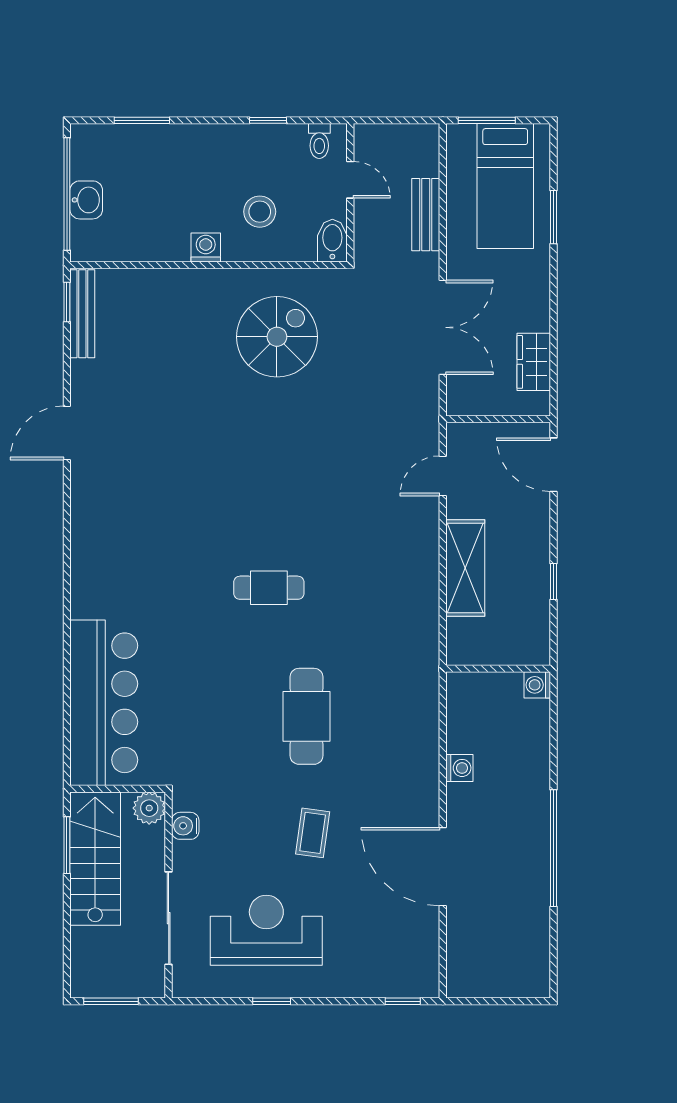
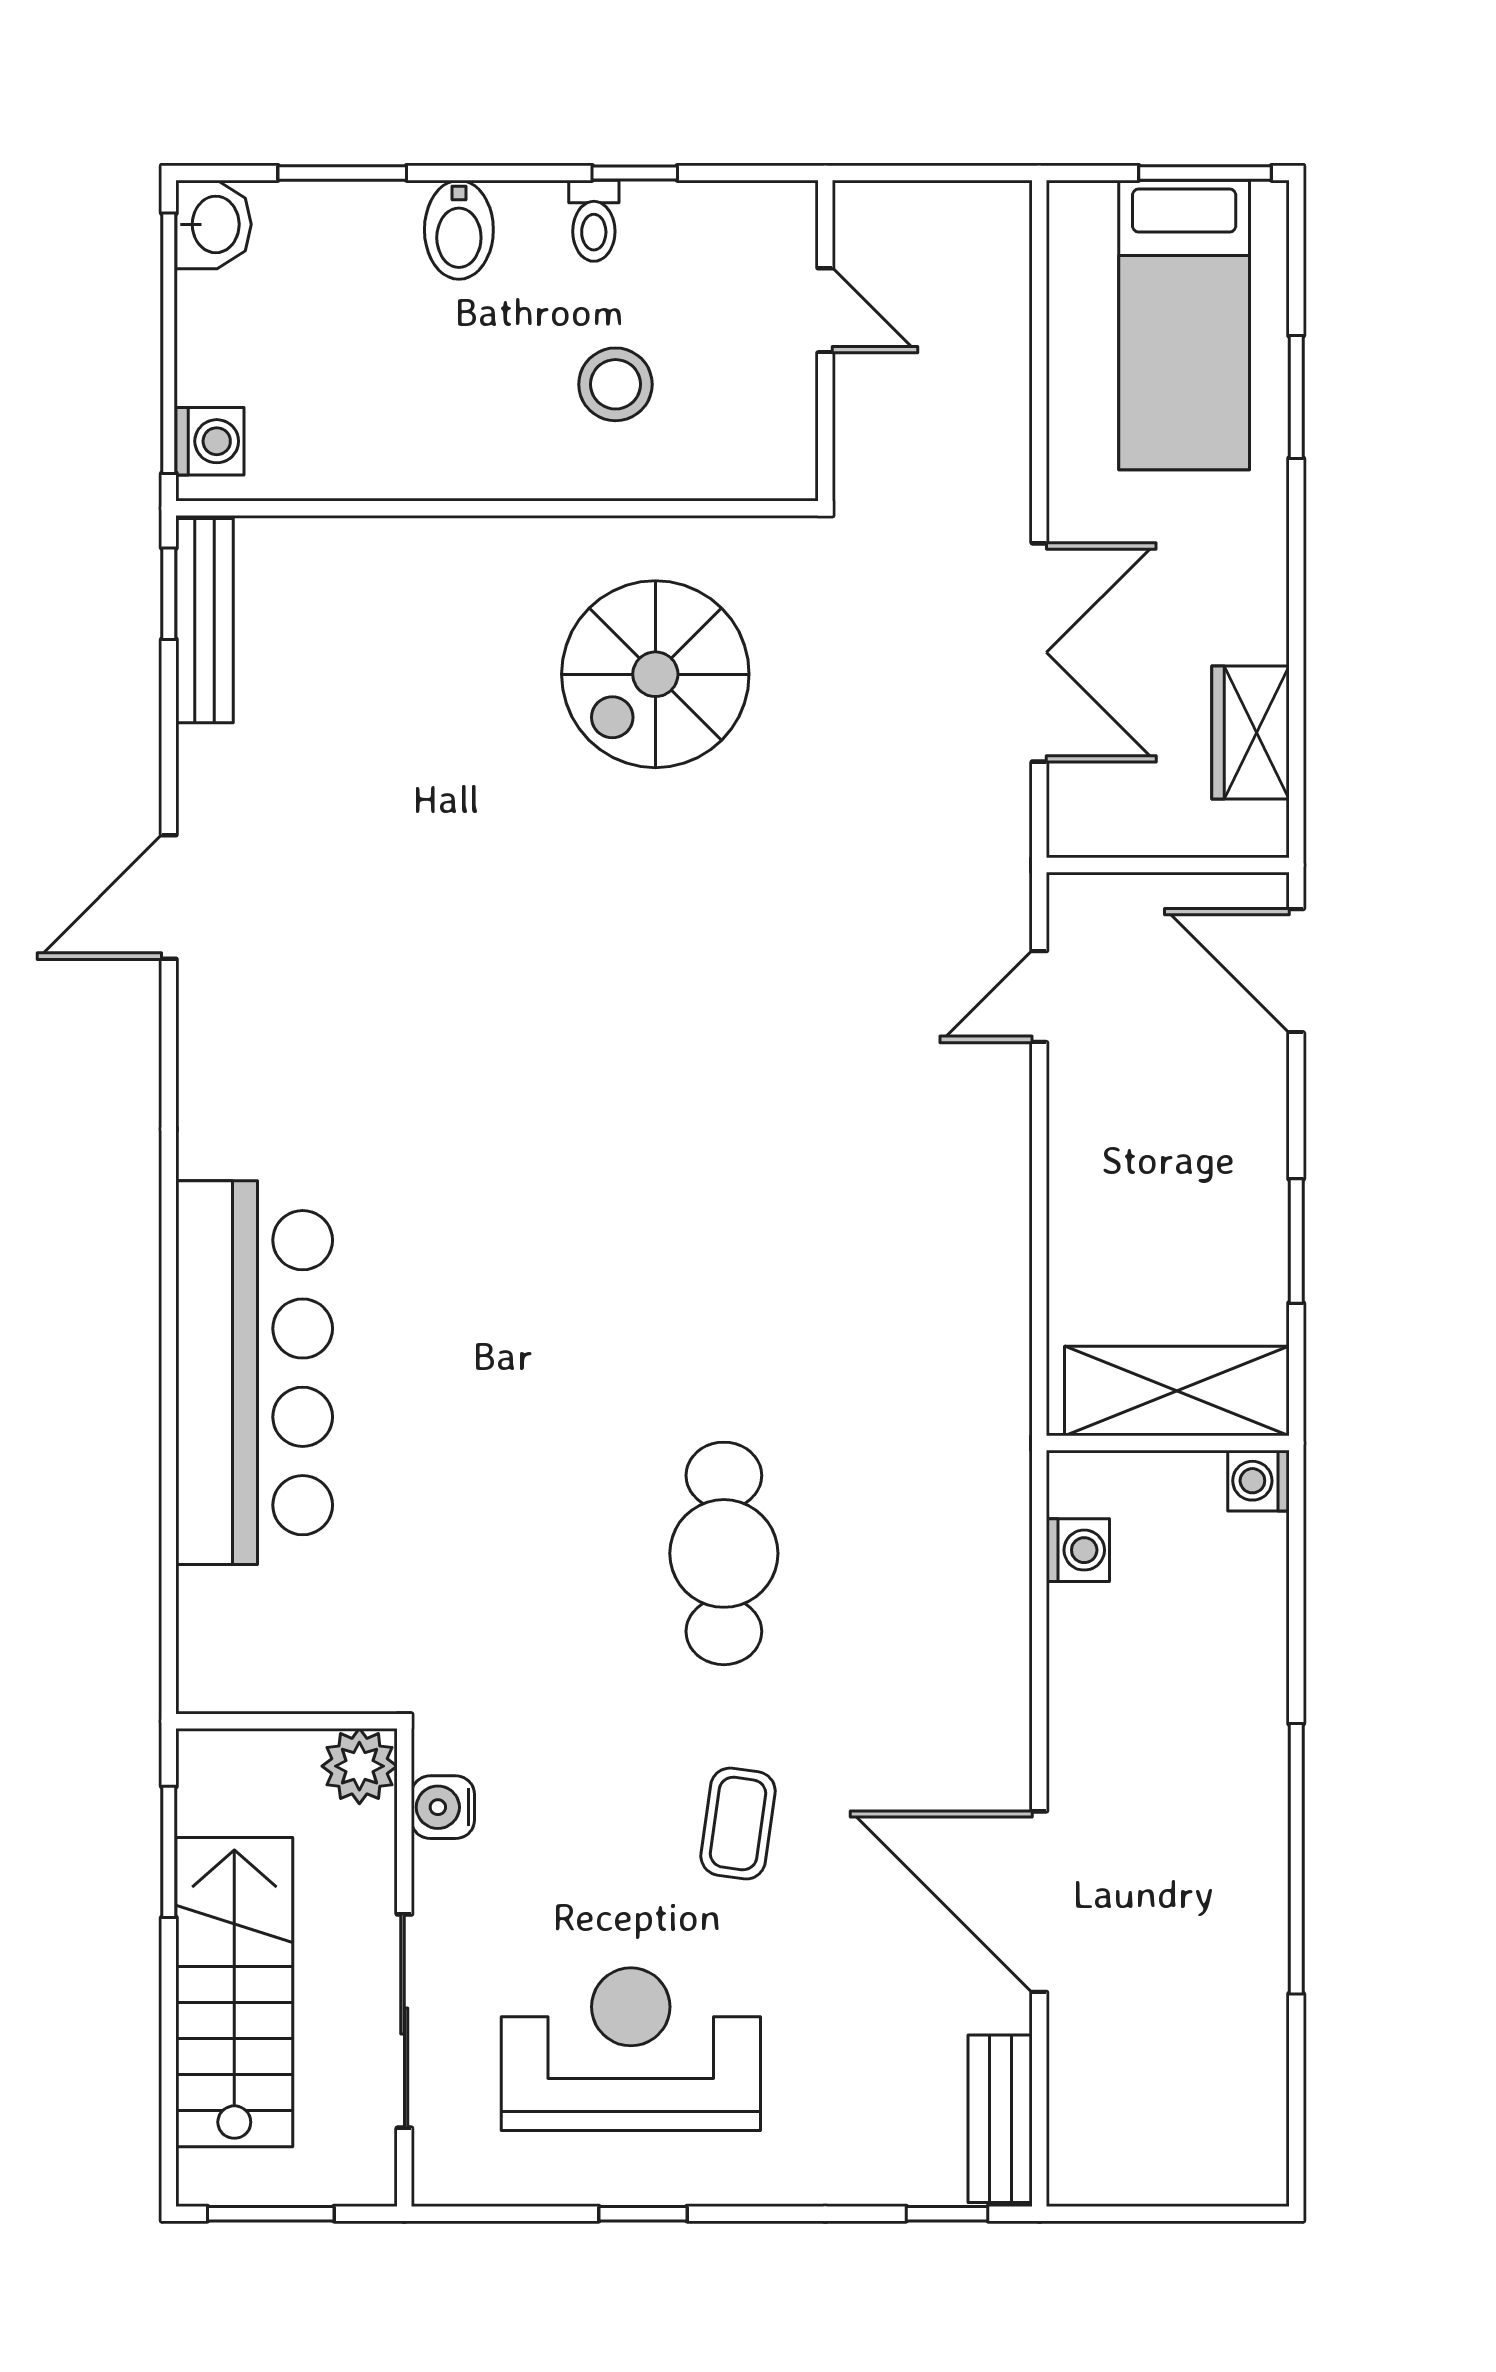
window: (487, 120) -> (1205, 173), moved
toilet: (319, 141) -> (594, 221), moved
washbasin: (86, 200) -> (213, 224), moved
bench: (426, 215) -> (1000, 2119), moved
bidet: (332, 241) -> (459, 230), moved, turned 180
washing machine: (206, 247) -> (210, 441), moved, turned 90
spiral stairs: (277, 337) -> (655, 674), turned 180
shelving: (465, 568) -> (1177, 1391), moved, turned 90
window: (554, 581) -> (1296, 1241), width x1.50
cafe table: (269, 588) -> (637, 1256), removed
bar counter: (104, 703) -> (254, 1373), moved
washing machine: (459, 768) -> (1078, 1550), moved
stairs: (95, 859) -> (234, 1992), moved

